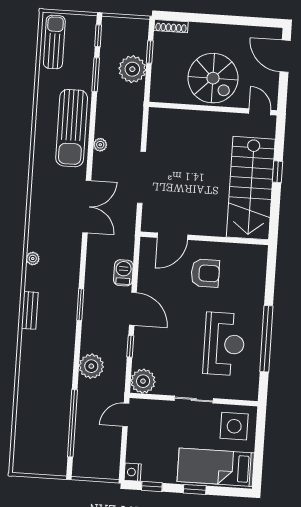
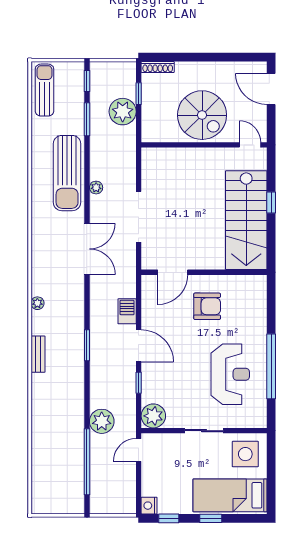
plant: (91, 366) -> (102, 421), moved

